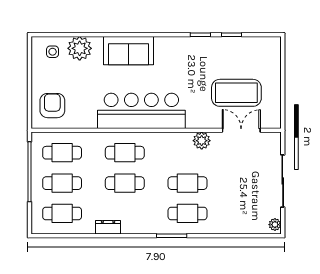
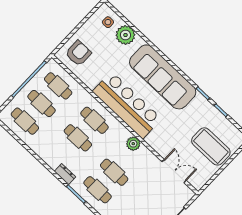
sofa: (129, 51) -> (163, 77), width x1.85, depth x1.27
coffee table: (236, 93) -> (211, 146), moved
plant: (202, 141) -> (133, 144), moved
dresser: (108, 227) -> (65, 174), moved

